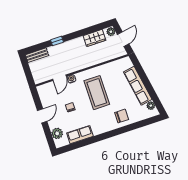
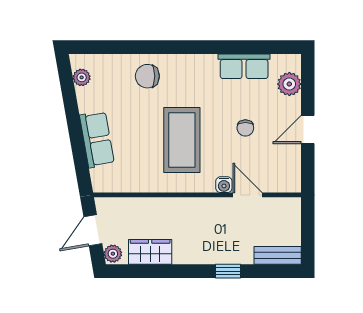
door: (59, 78) -> (248, 195), hinge flipped
row of seats: (138, 86) -> (97, 139), width x0.68

